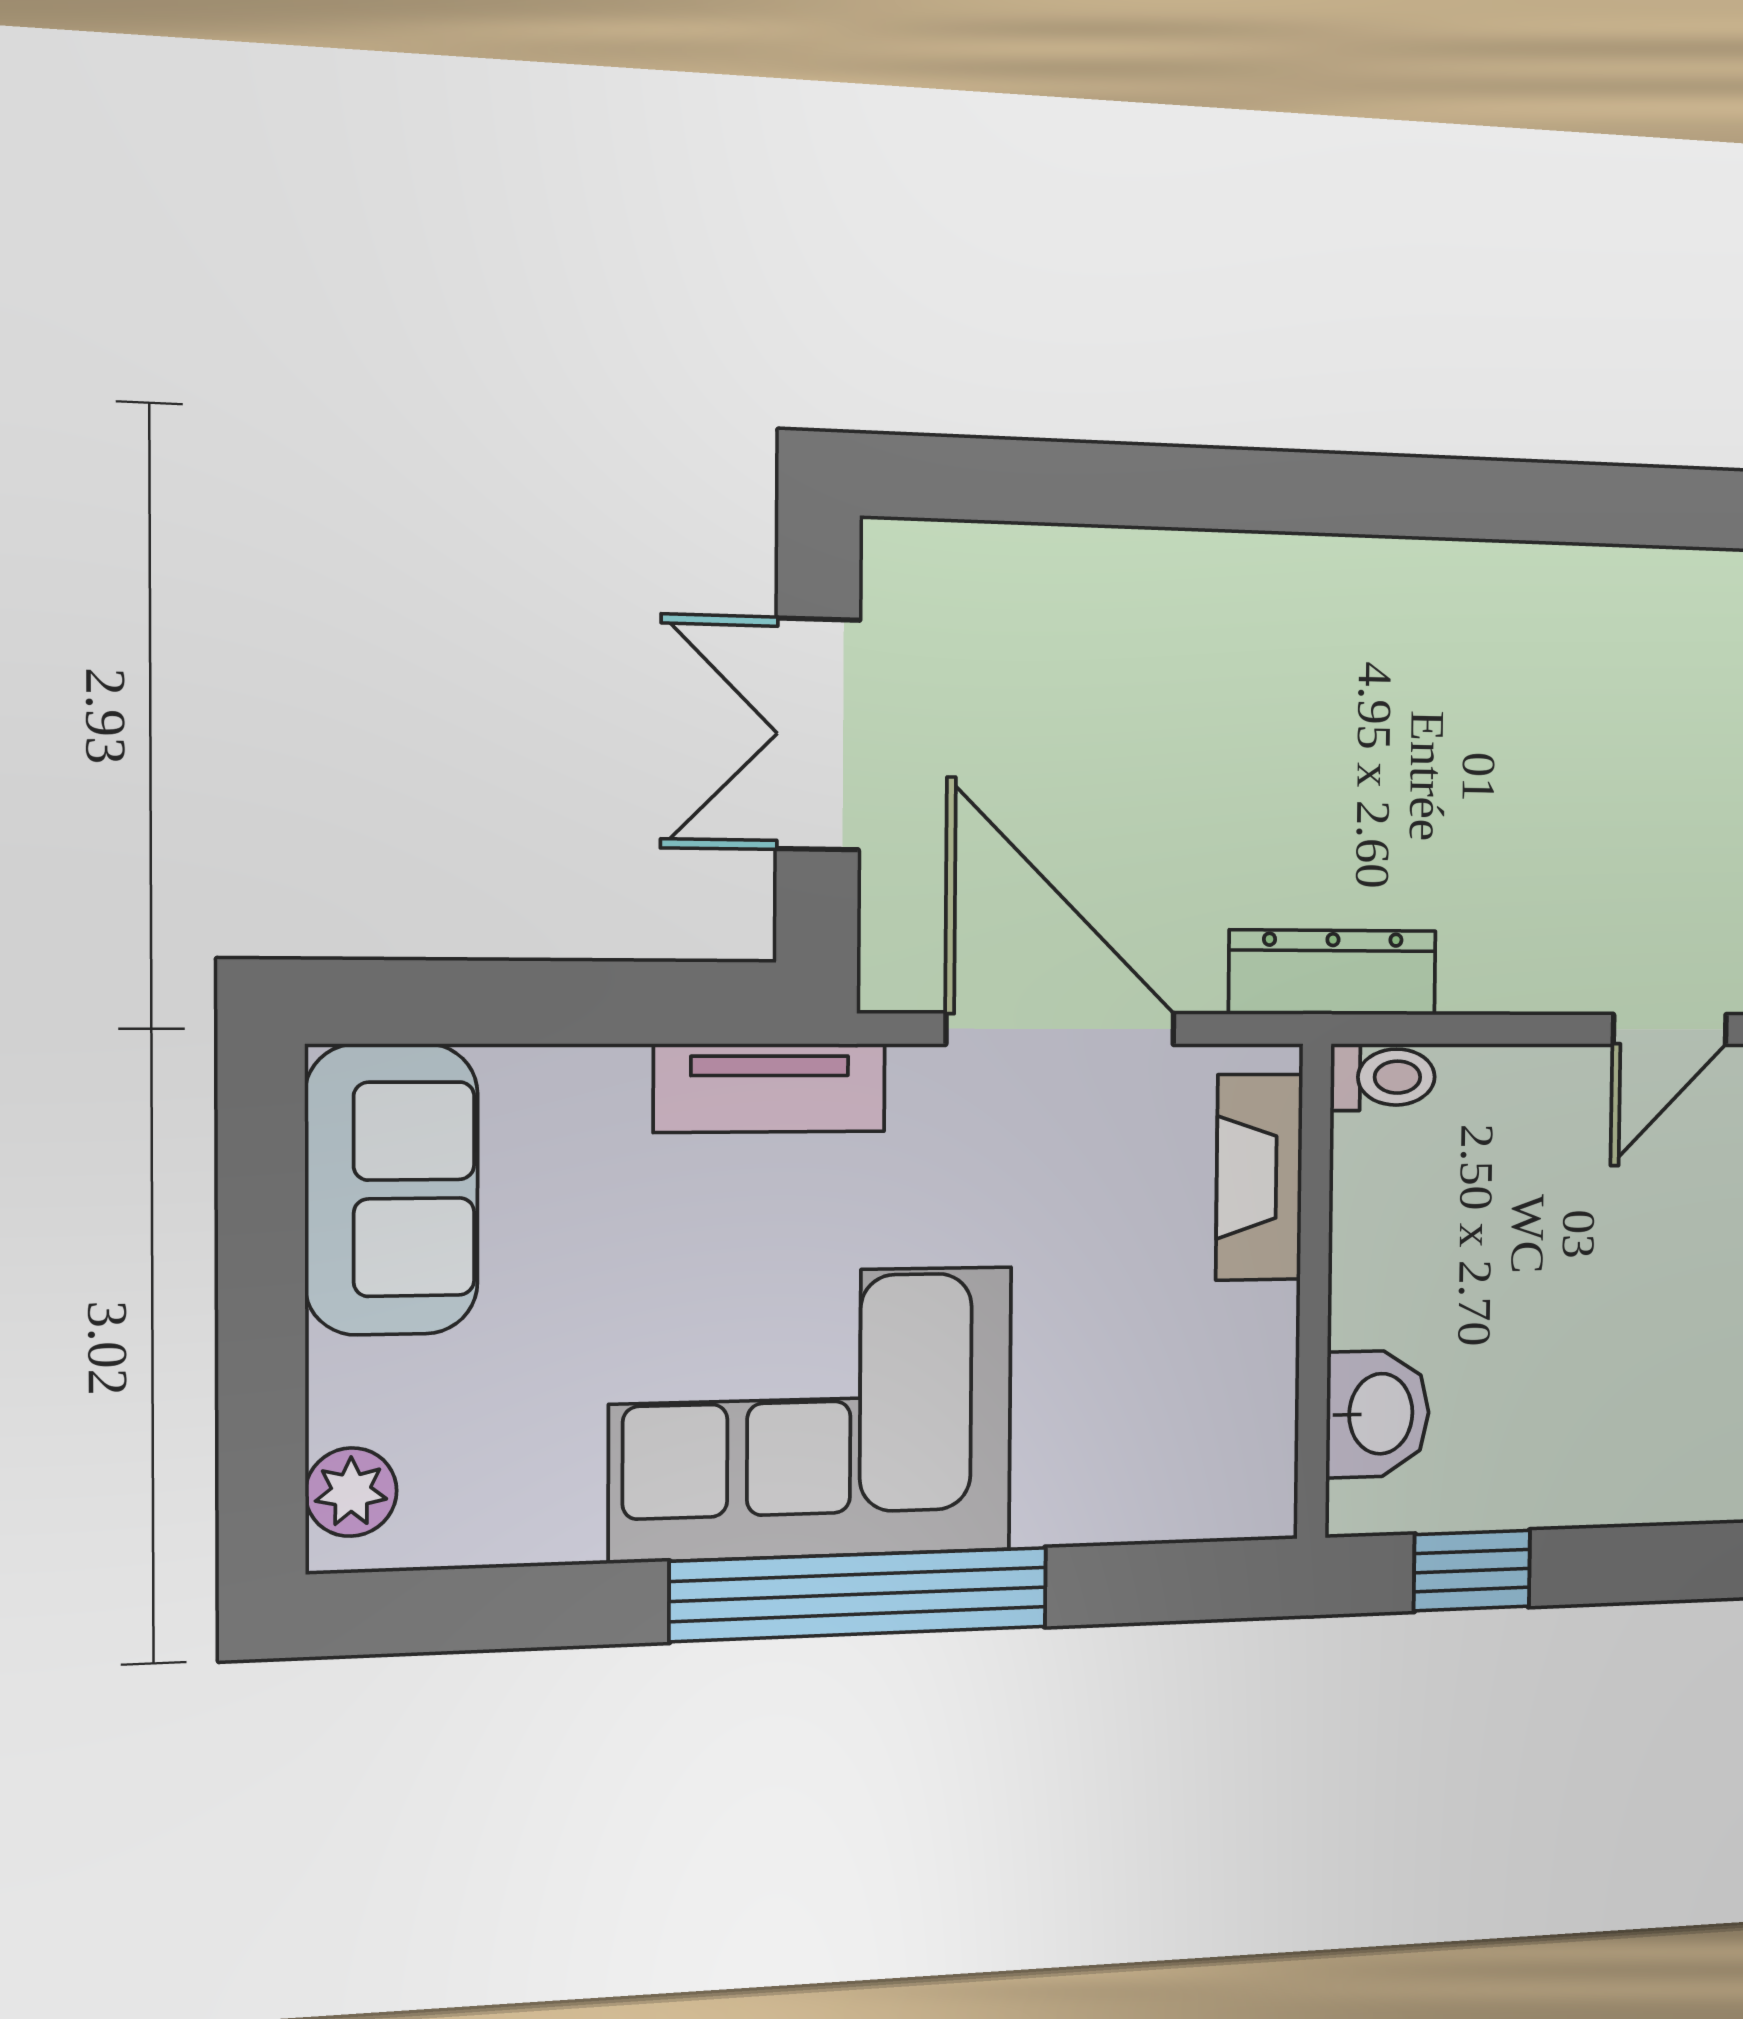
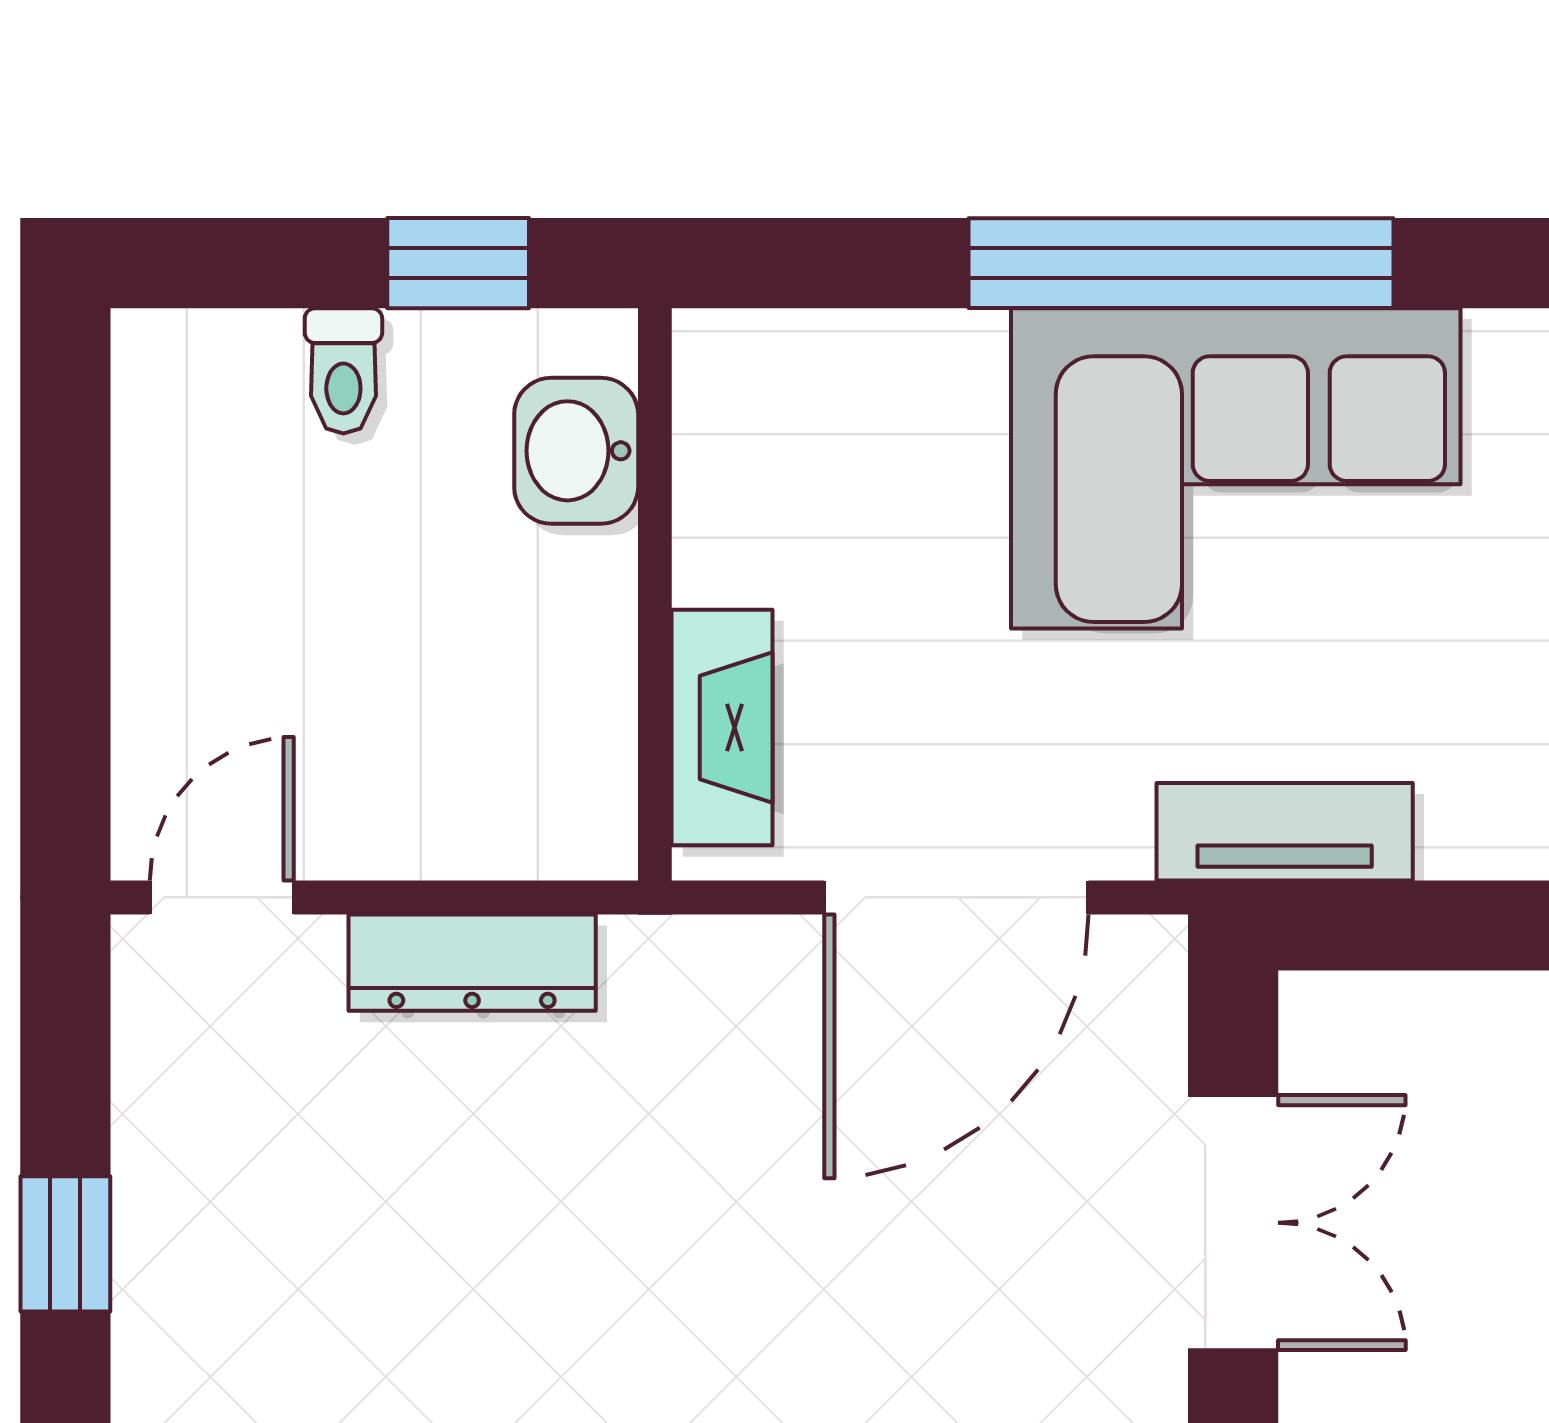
dresser: (1333, 972) -> (472, 963), moved
door: (1061, 1029) -> (956, 897), hinge flipped
toilet: (1383, 1077) -> (343, 371), moved, turned -90

